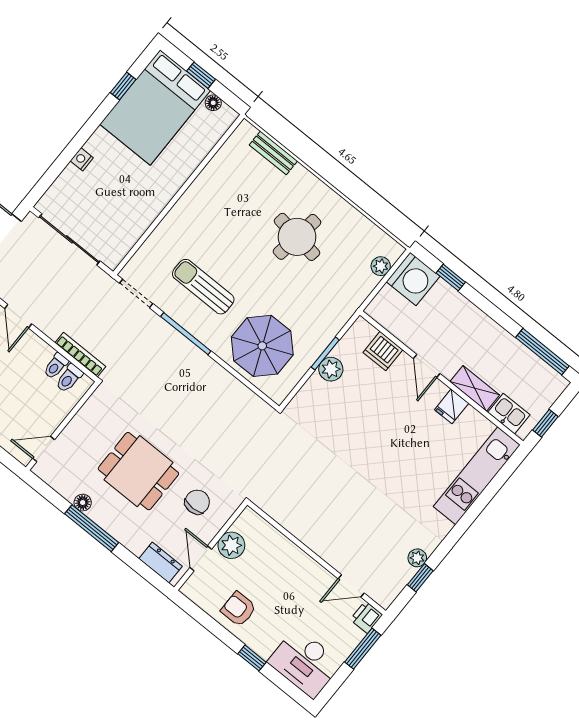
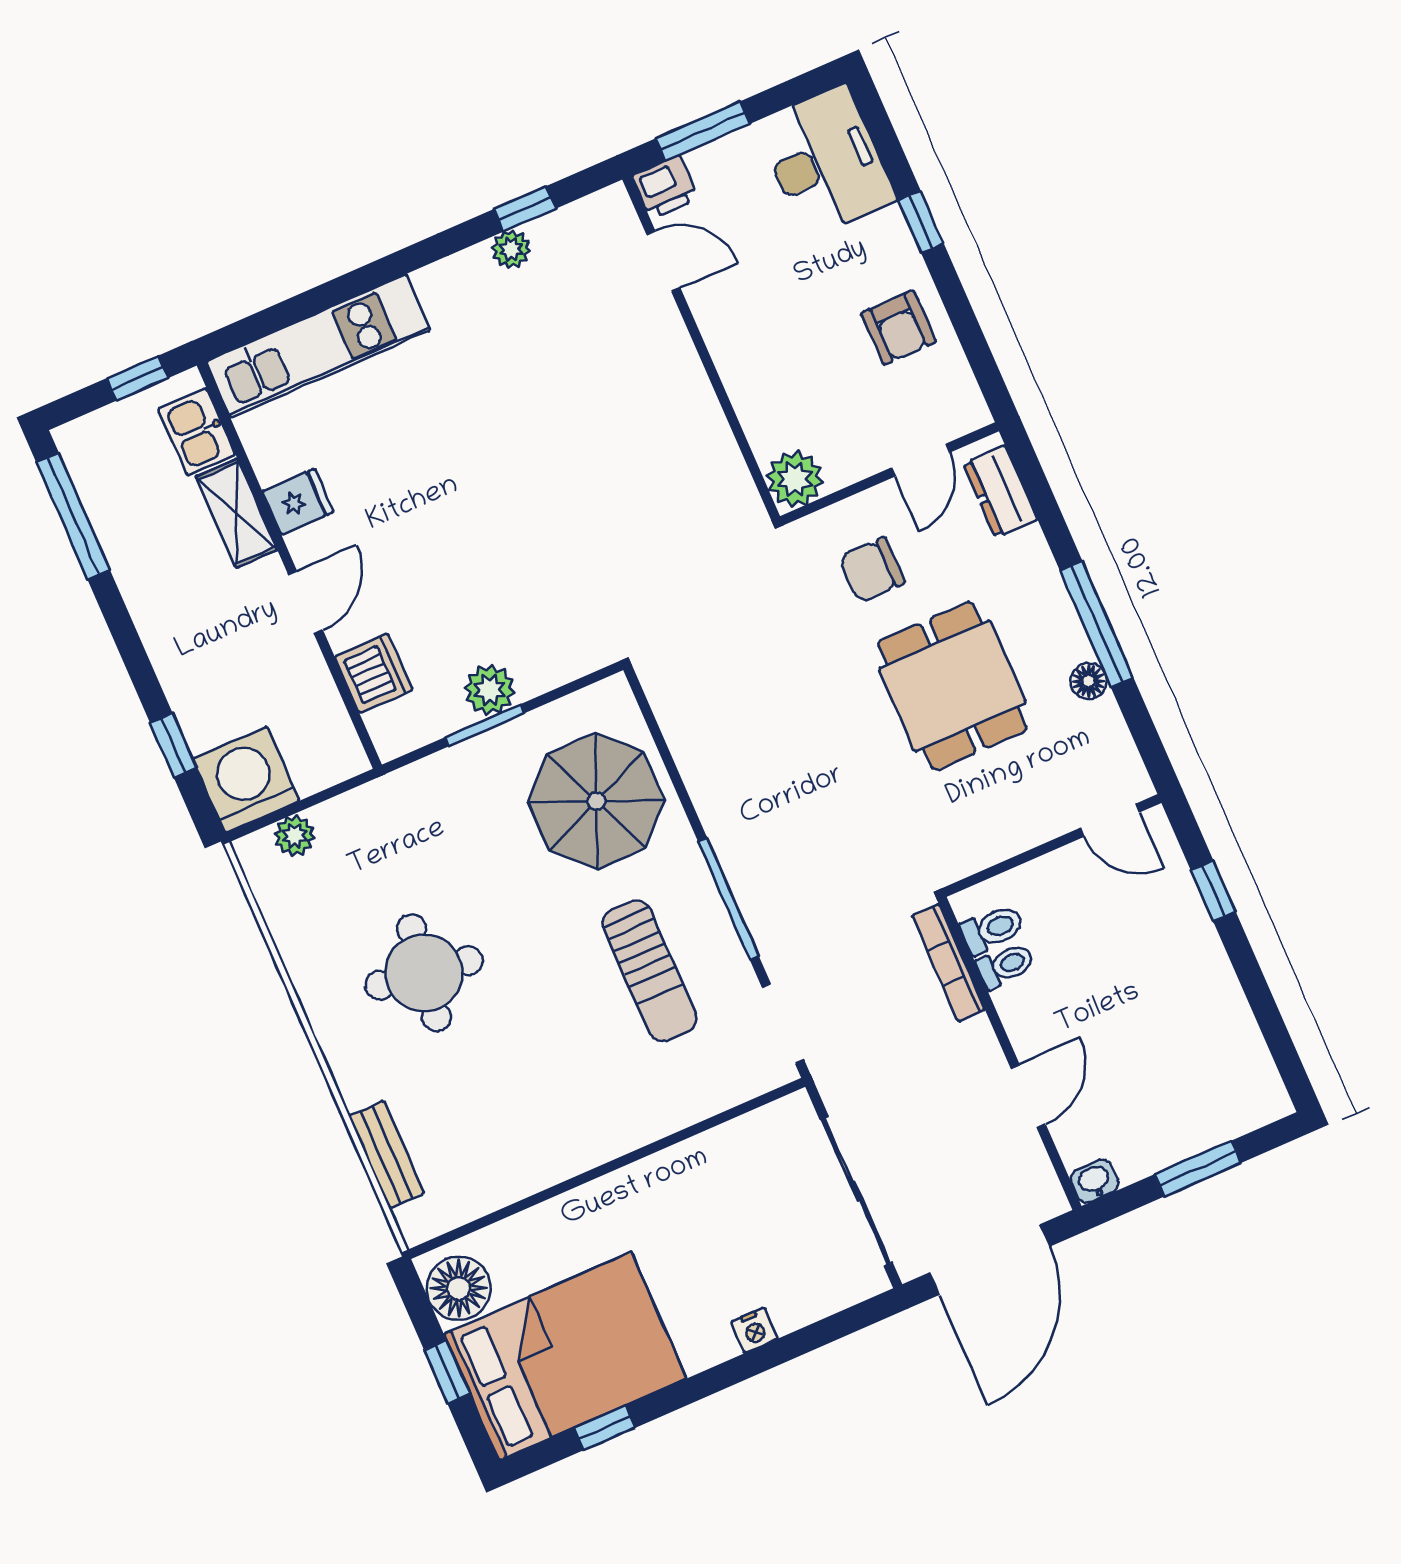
floor lamp: (213, 103) -> (459, 1288), width x1.89, depth x1.89
plant: (231, 545) -> (795, 479), moved

